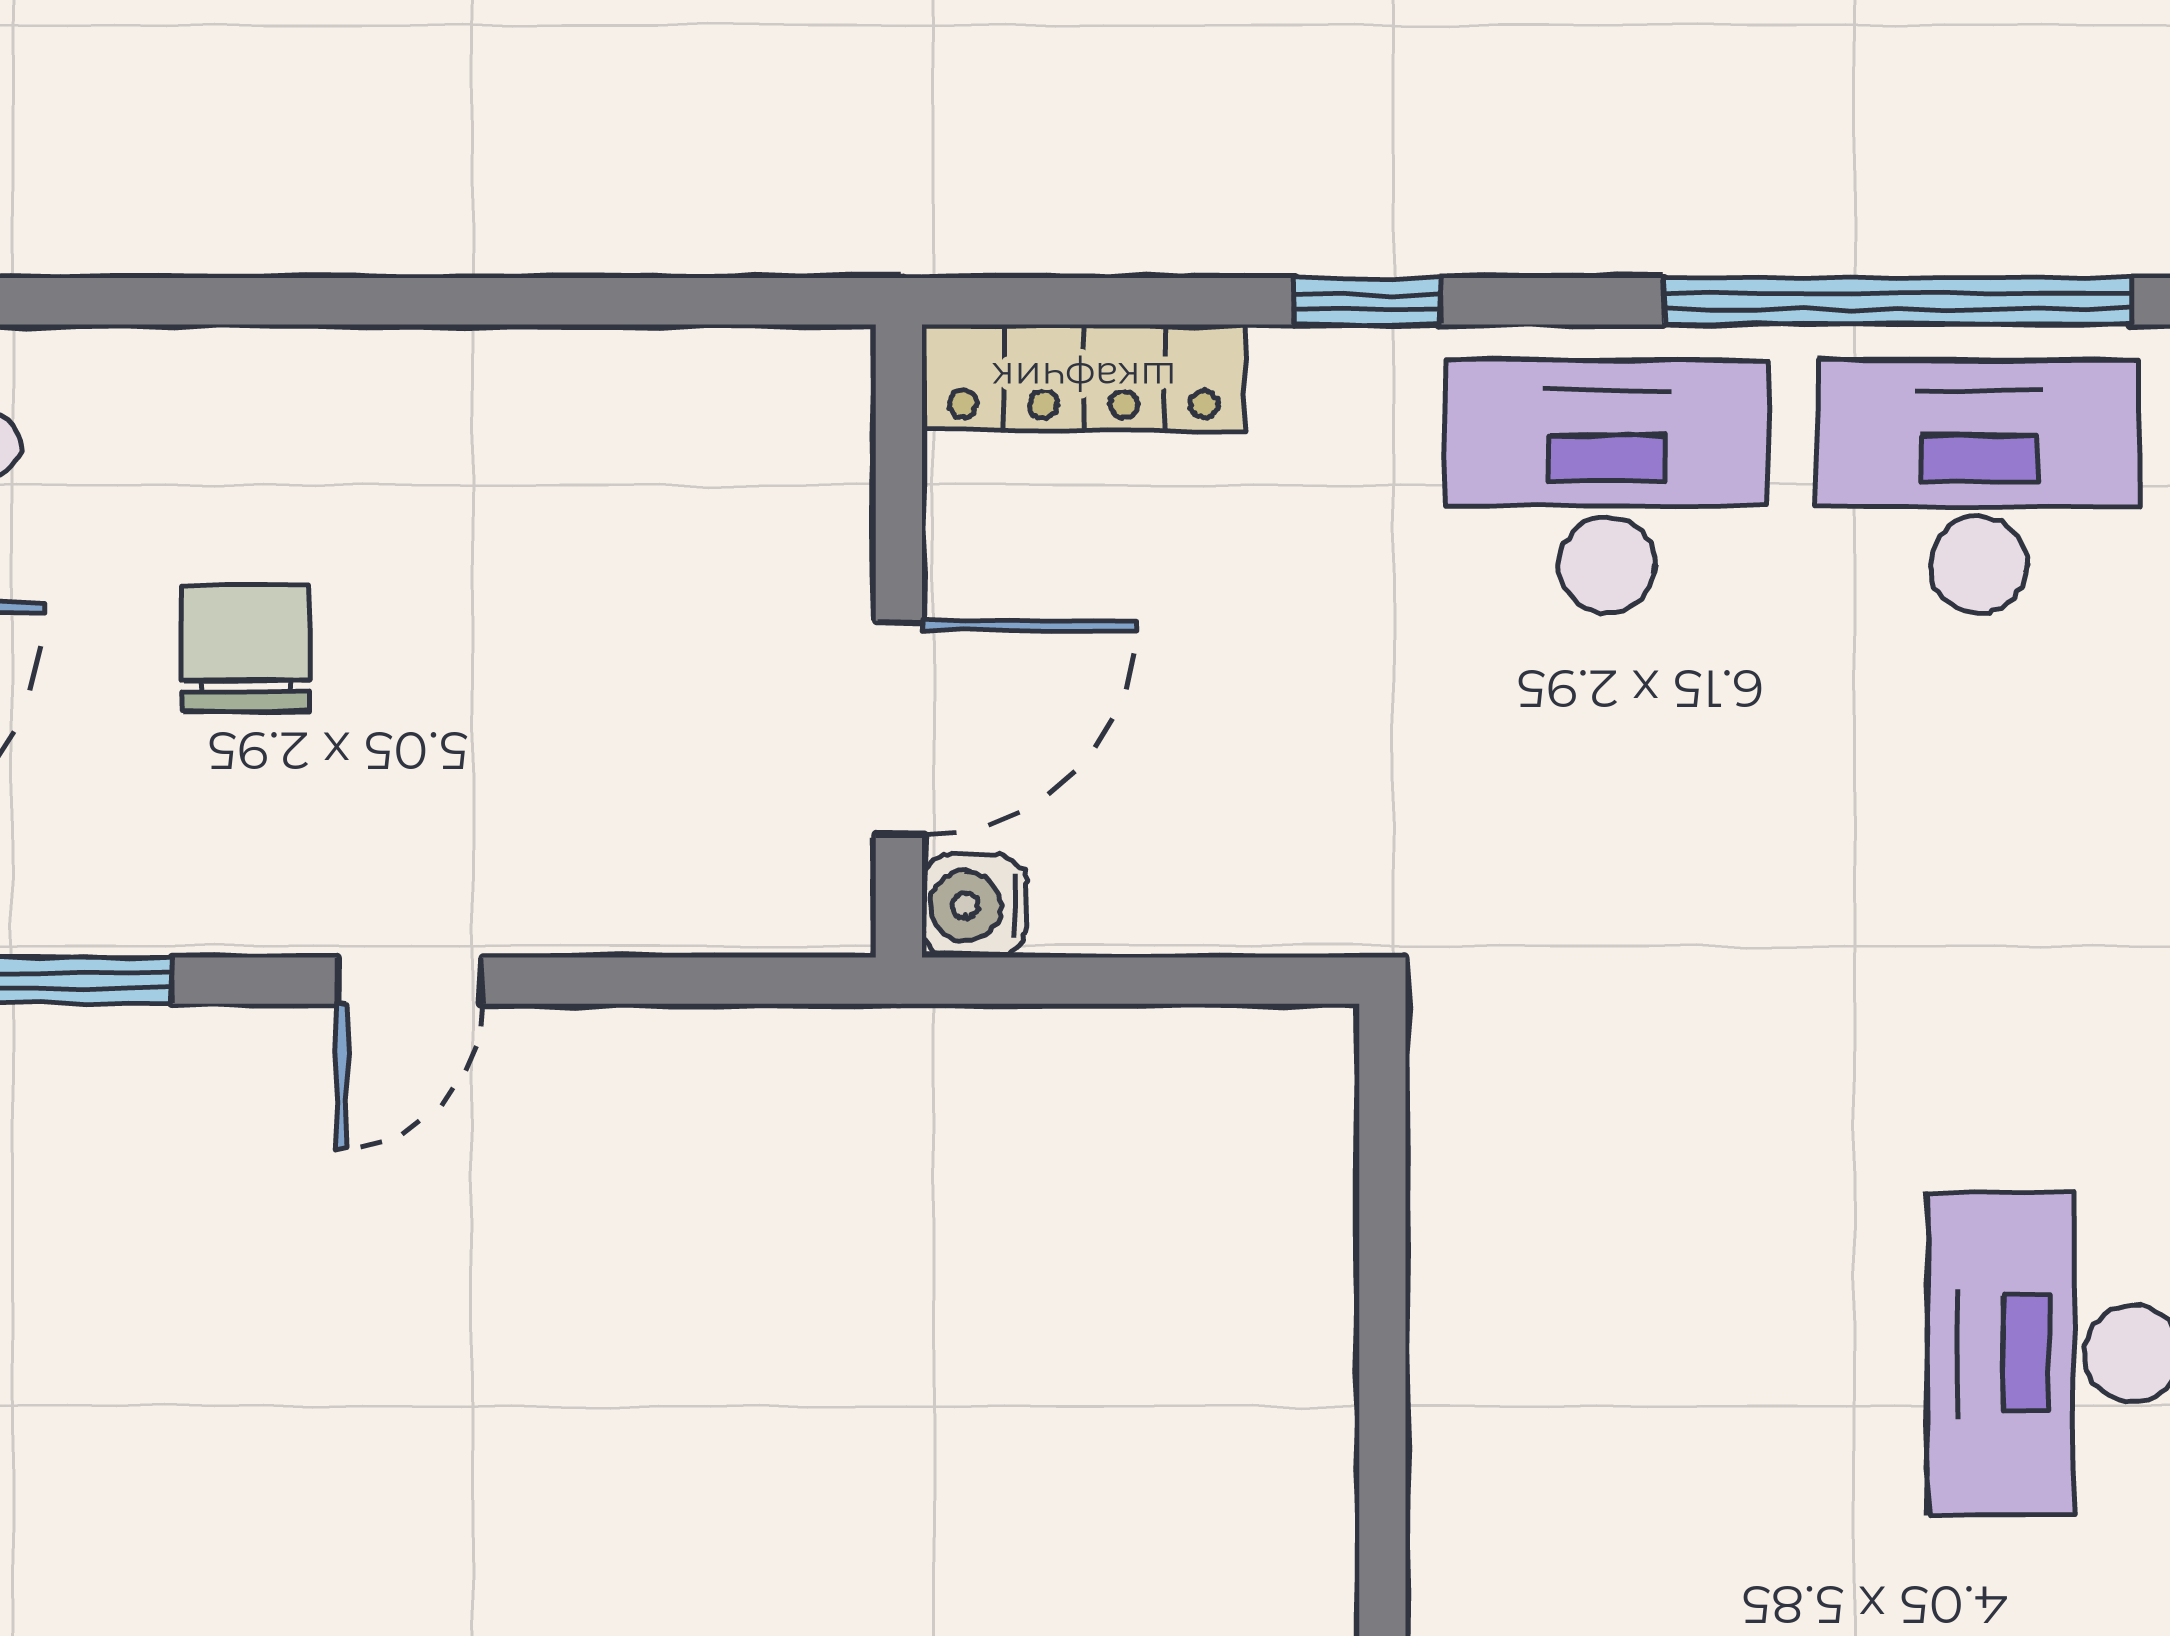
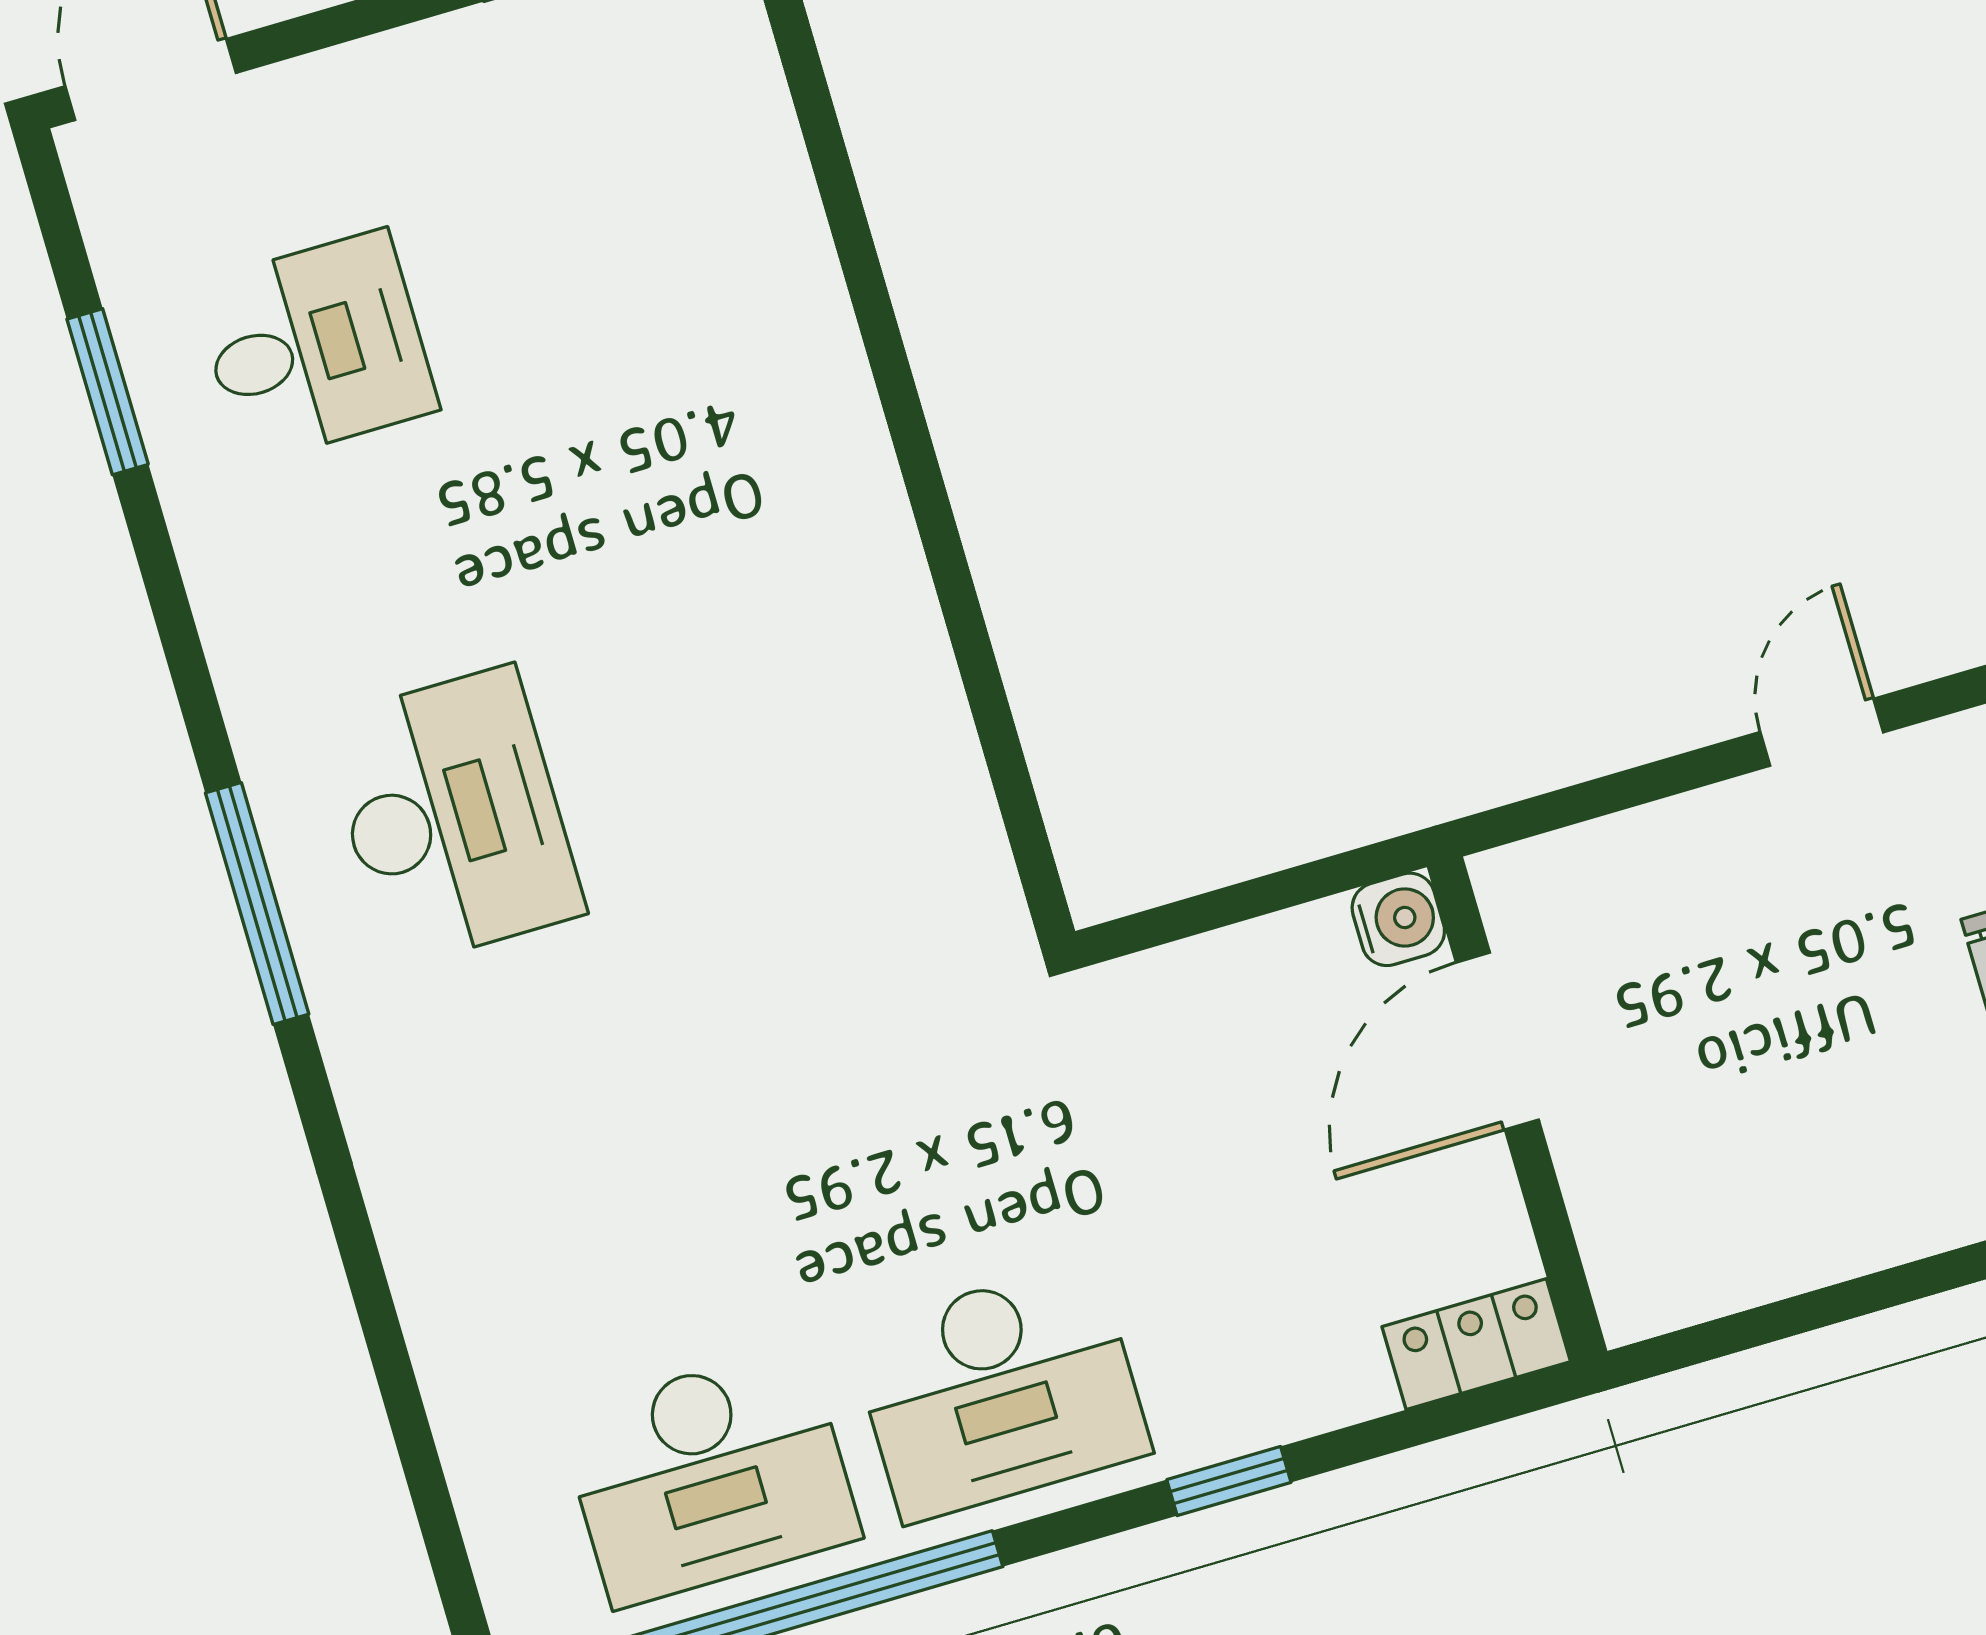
locker: (1084, 377) -> (1476, 1344), width x0.66

